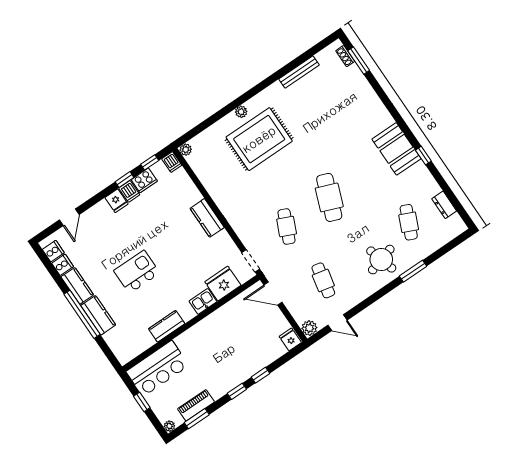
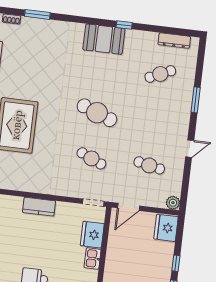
window: (359, 61) -> (37, 14), moved
dresser: (444, 205) -> (174, 41), width x1.44
cafe table: (409, 222) -> (160, 74), turned -48
round table: (381, 260) -> (169, 114), removed
door: (337, 323) -> (190, 149), moved
fridge: (290, 339) -> (166, 228), width x1.88, depth x1.34

